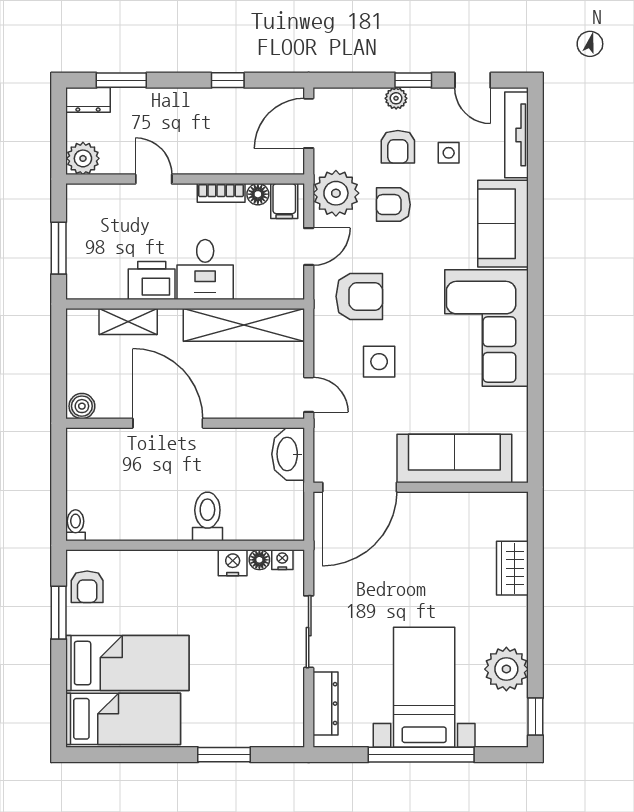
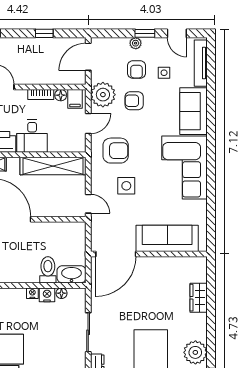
washbasin: (288, 454) -> (71, 274), moved, turned 90
toilet: (207, 516) -> (48, 270), moved
nightstand: (282, 560) -> (32, 293), moved

